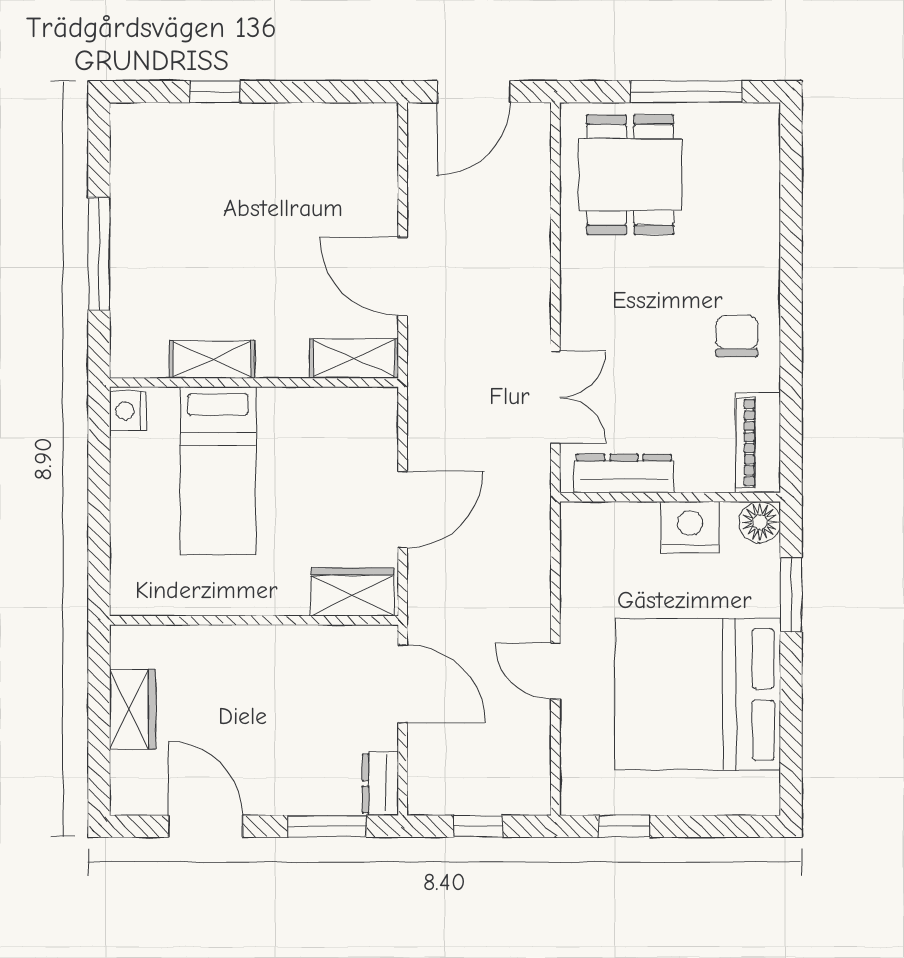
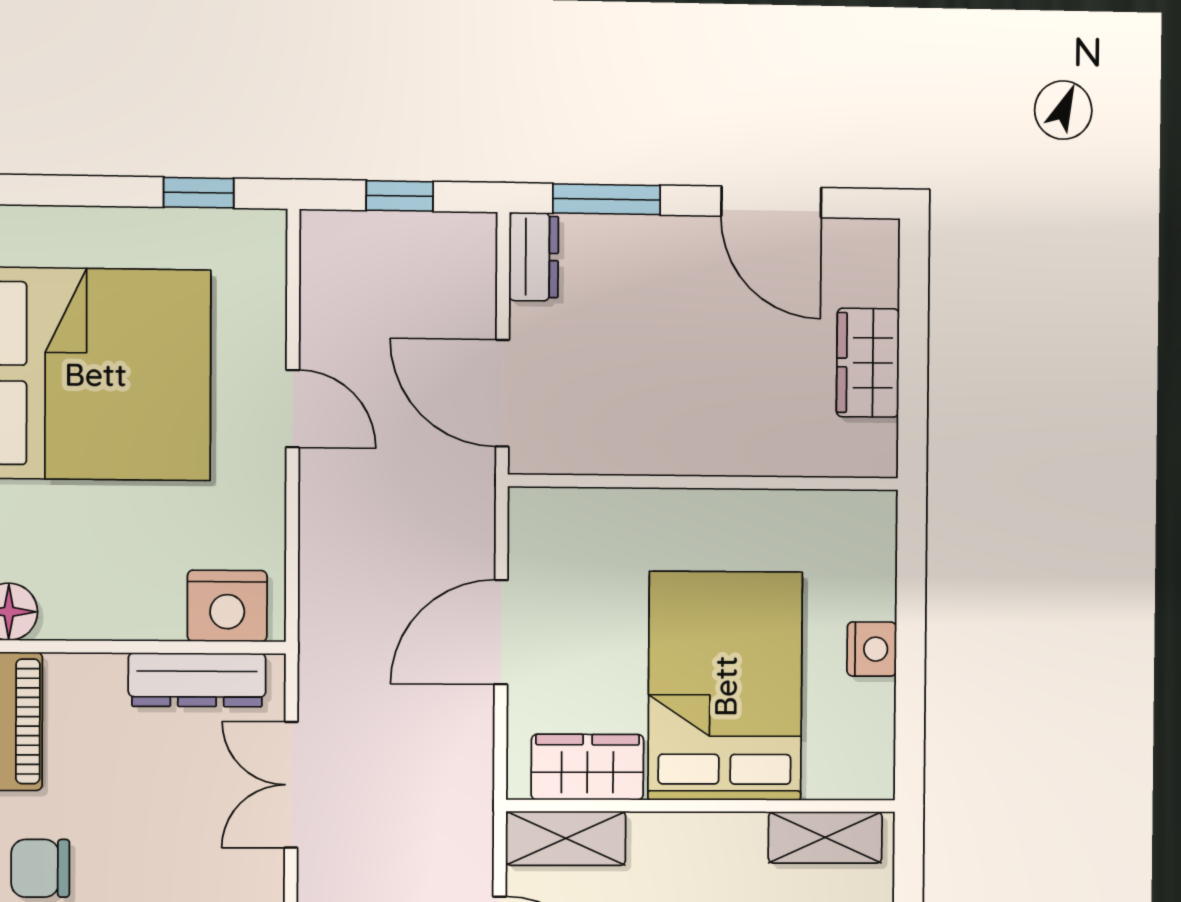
chair: (737, 336) -> (40, 868), turned 90
shelving: (212, 359) -> (825, 837), moved
nightstand: (128, 411) -> (872, 649), moved
bed: (218, 471) -> (725, 686), width x1.50
nightstand: (690, 527) -> (227, 606), moved
wardrobe: (352, 592) -> (587, 767), moved, turned 180

